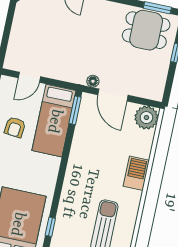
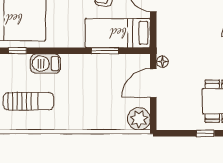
window: (75, 110) -> (105, 51), moved
barbecue: (136, 173) -> (46, 64), moved, turned 180

